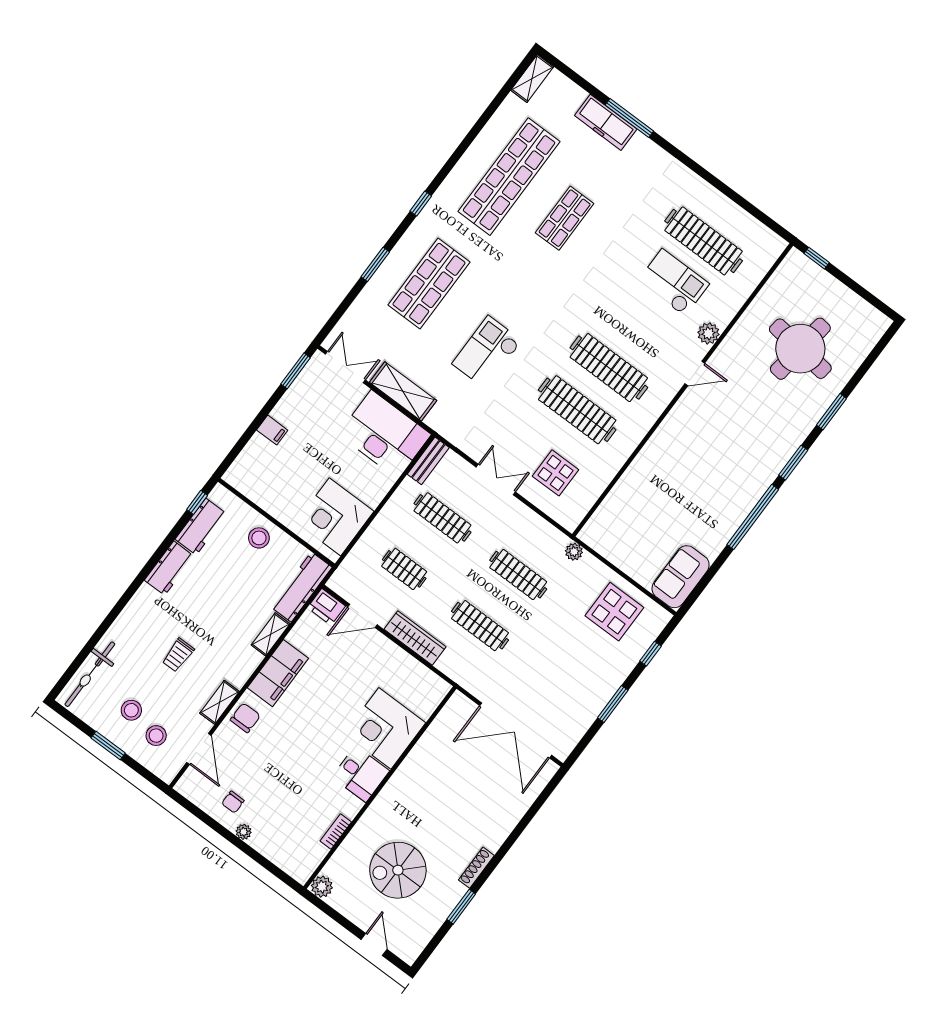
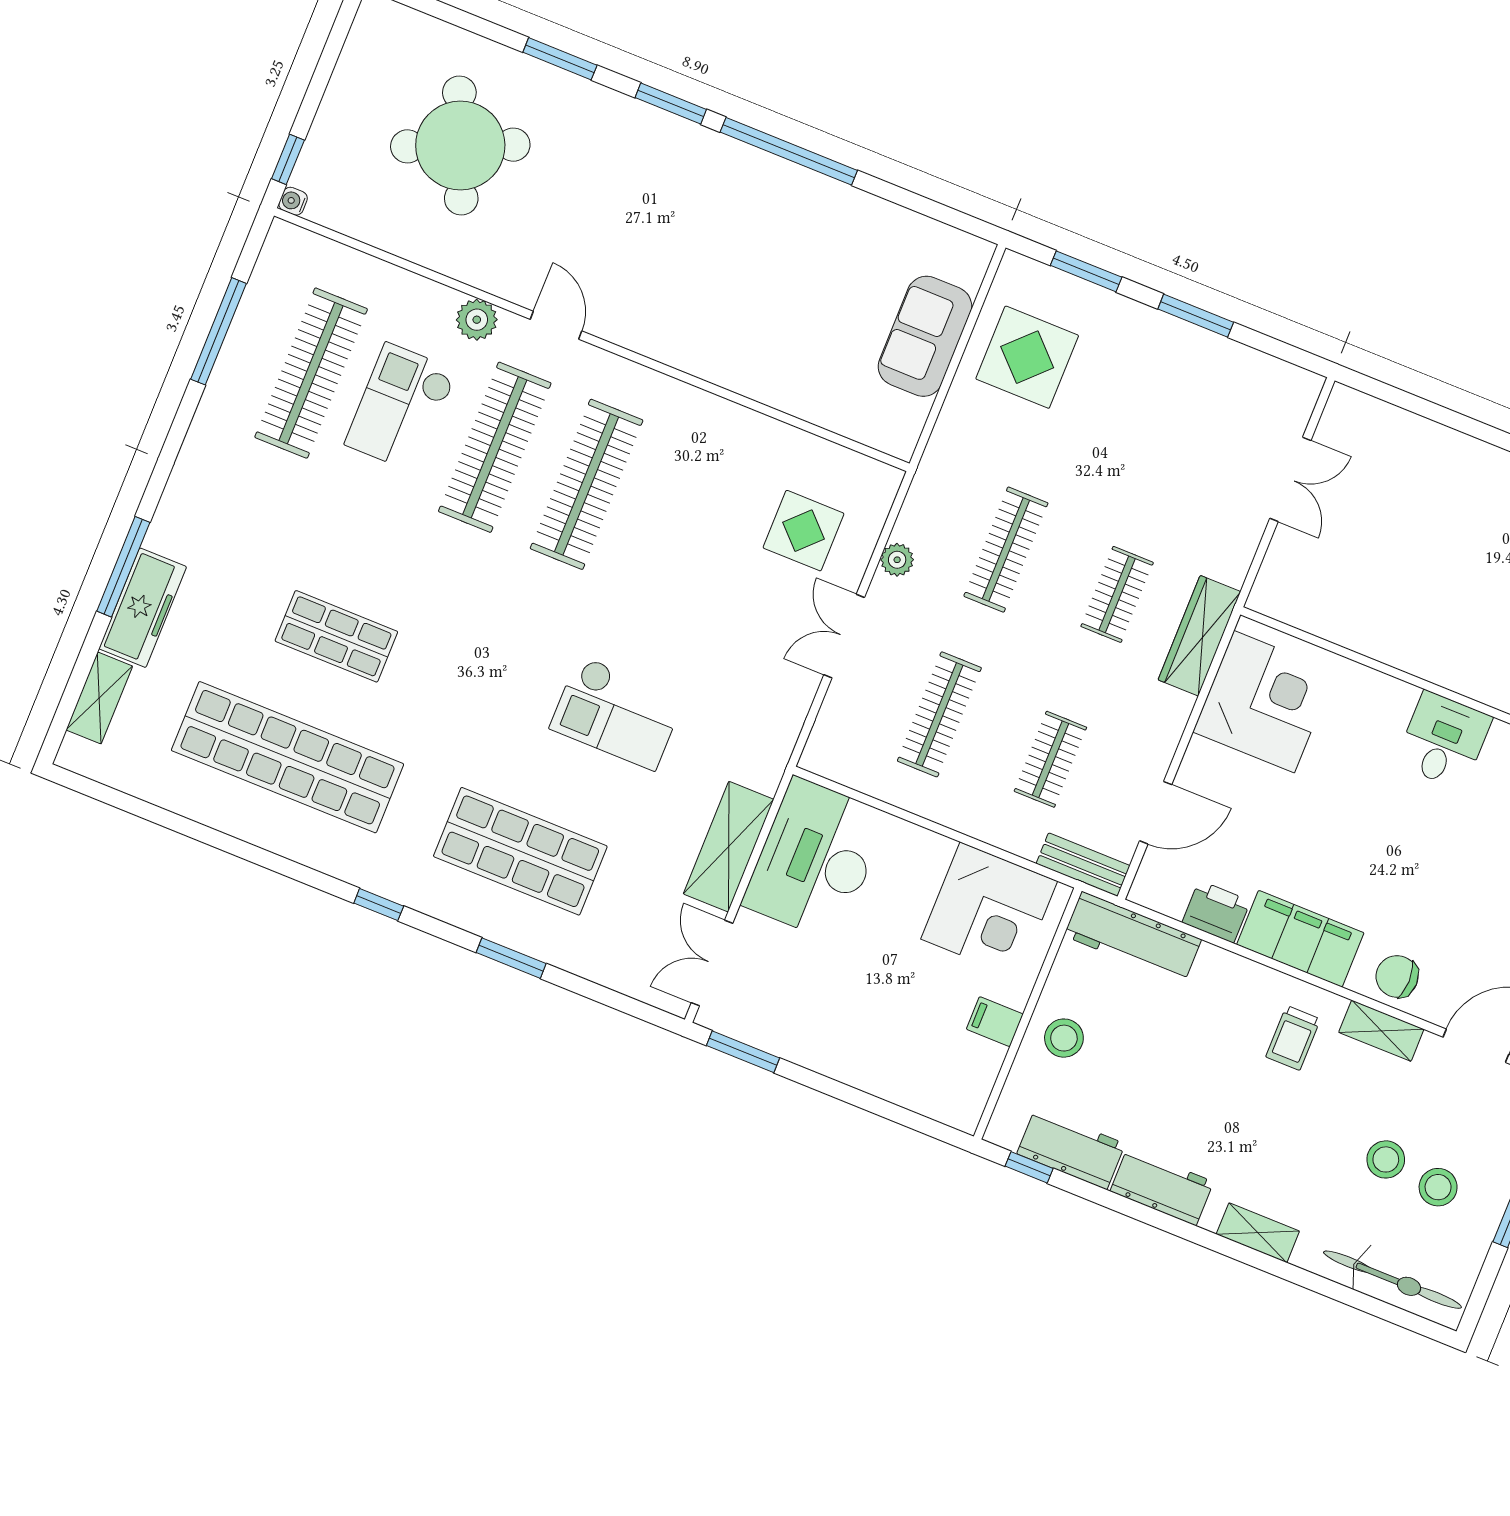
shelving: (532, 78) -> (99, 698), moved, turned 90
window: (738, 199) -> (218, 331), added
water cooler: (794, 255) -> (293, 201), added
round table: (800, 349) -> (460, 145), turned -30
clothes rail: (577, 410) -> (495, 447), moved
filing cabinet: (272, 430) -> (995, 1022), moved, turned -90
bench: (428, 461) -> (1083, 865), moved
plant: (574, 552) -> (897, 560), moved
sofa: (681, 577) -> (925, 336), moved, turned 90
printer: (326, 607) -> (1216, 912), moved, turned -90
door: (362, 616) -> (1156, 813), hinge flipped
clothes rail: (480, 626) -> (1117, 594), width x0.73
shelving: (271, 634) -> (1258, 1233), moved
wardrobe: (415, 638) -> (1199, 636), moved
window: (650, 654) -> (1086, 271), width x1.50
trolley: (178, 655) -> (1293, 1038), moved, turned 90
corner desk: (385, 728) -> (1264, 702), moved, turned -90
double door: (516, 730) -> (1290, 479), width x0.54
stool: (156, 736) -> (1386, 1159), moved

